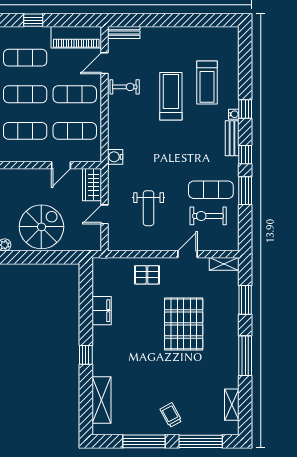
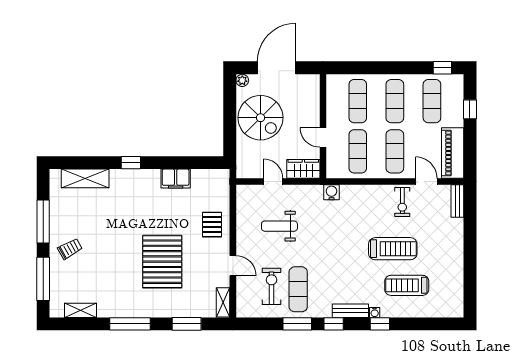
pallet: (184, 324) -> (162, 262), turned 90

